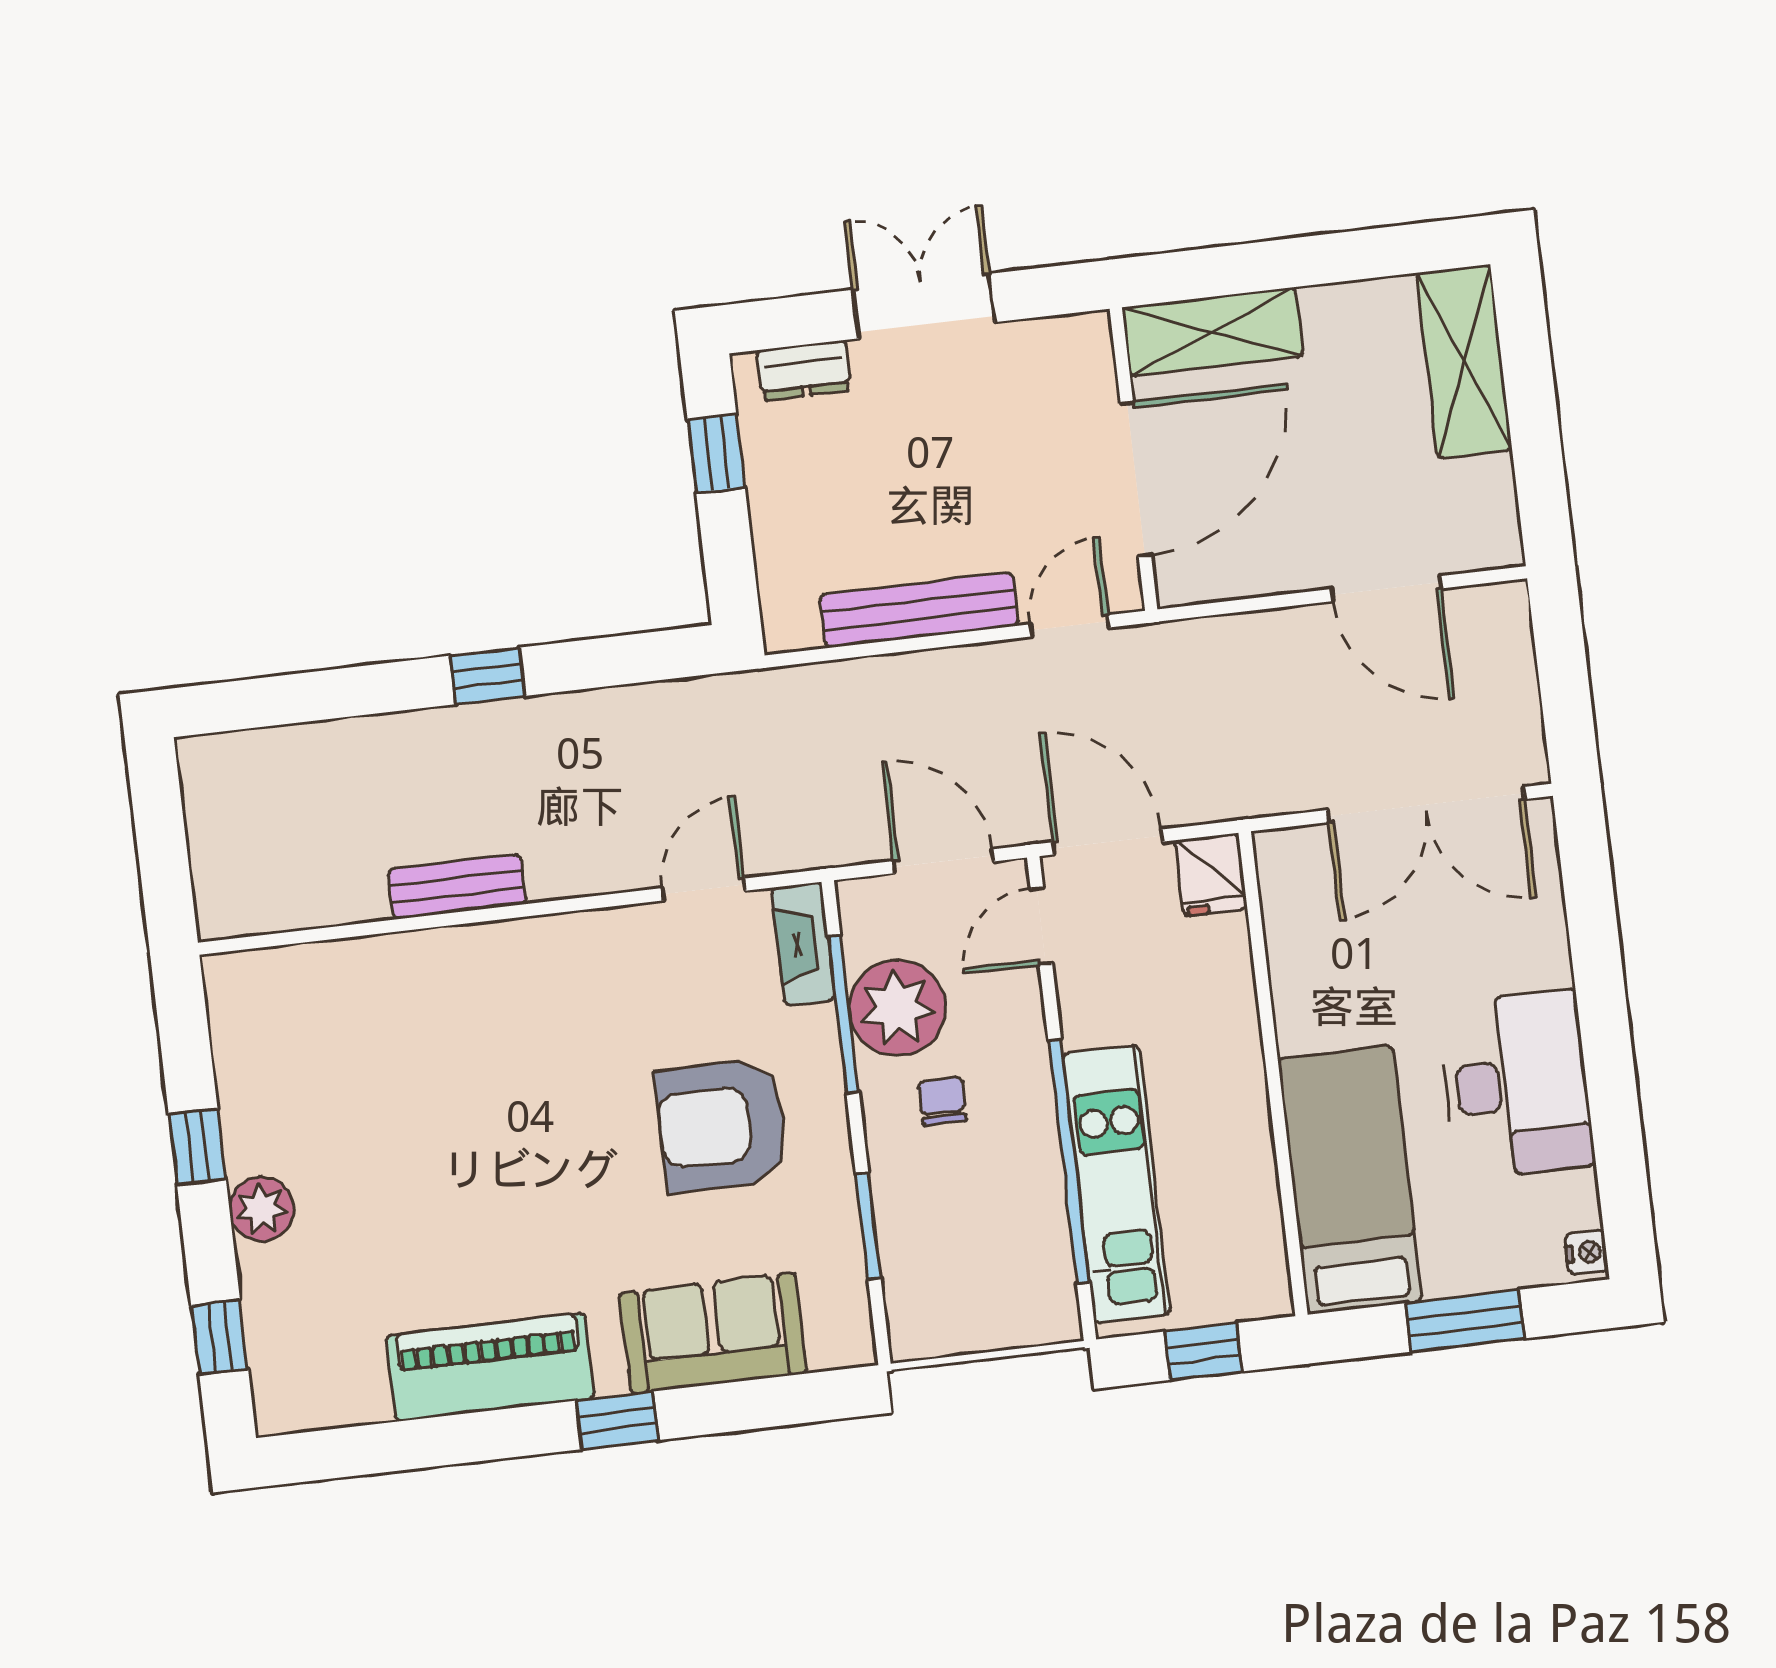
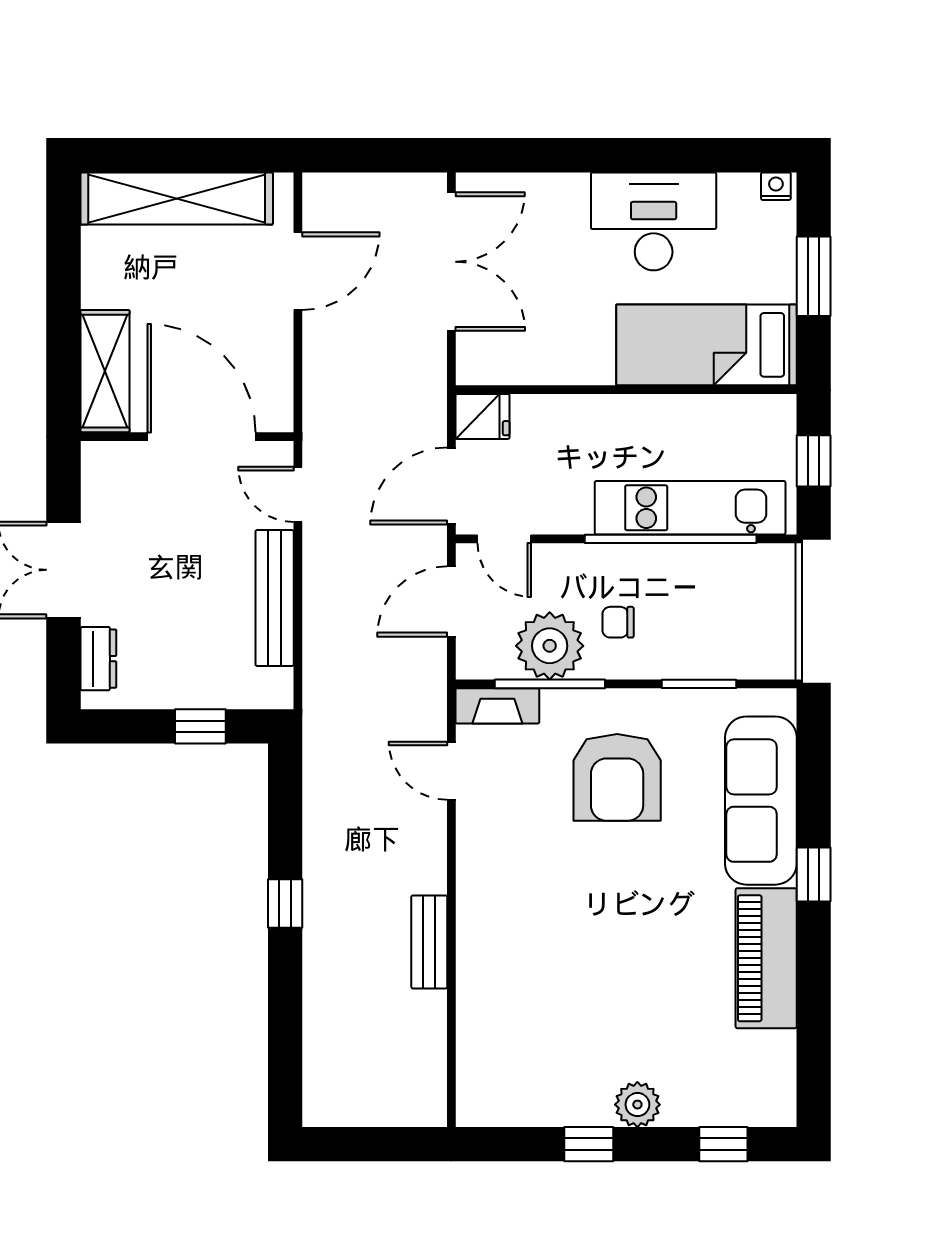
shelving: (1464, 361) -> (177, 199), width x1.47
window: (716, 454) -> (200, 726), moved
sofa: (713, 1333) -> (761, 801), width x1.36

